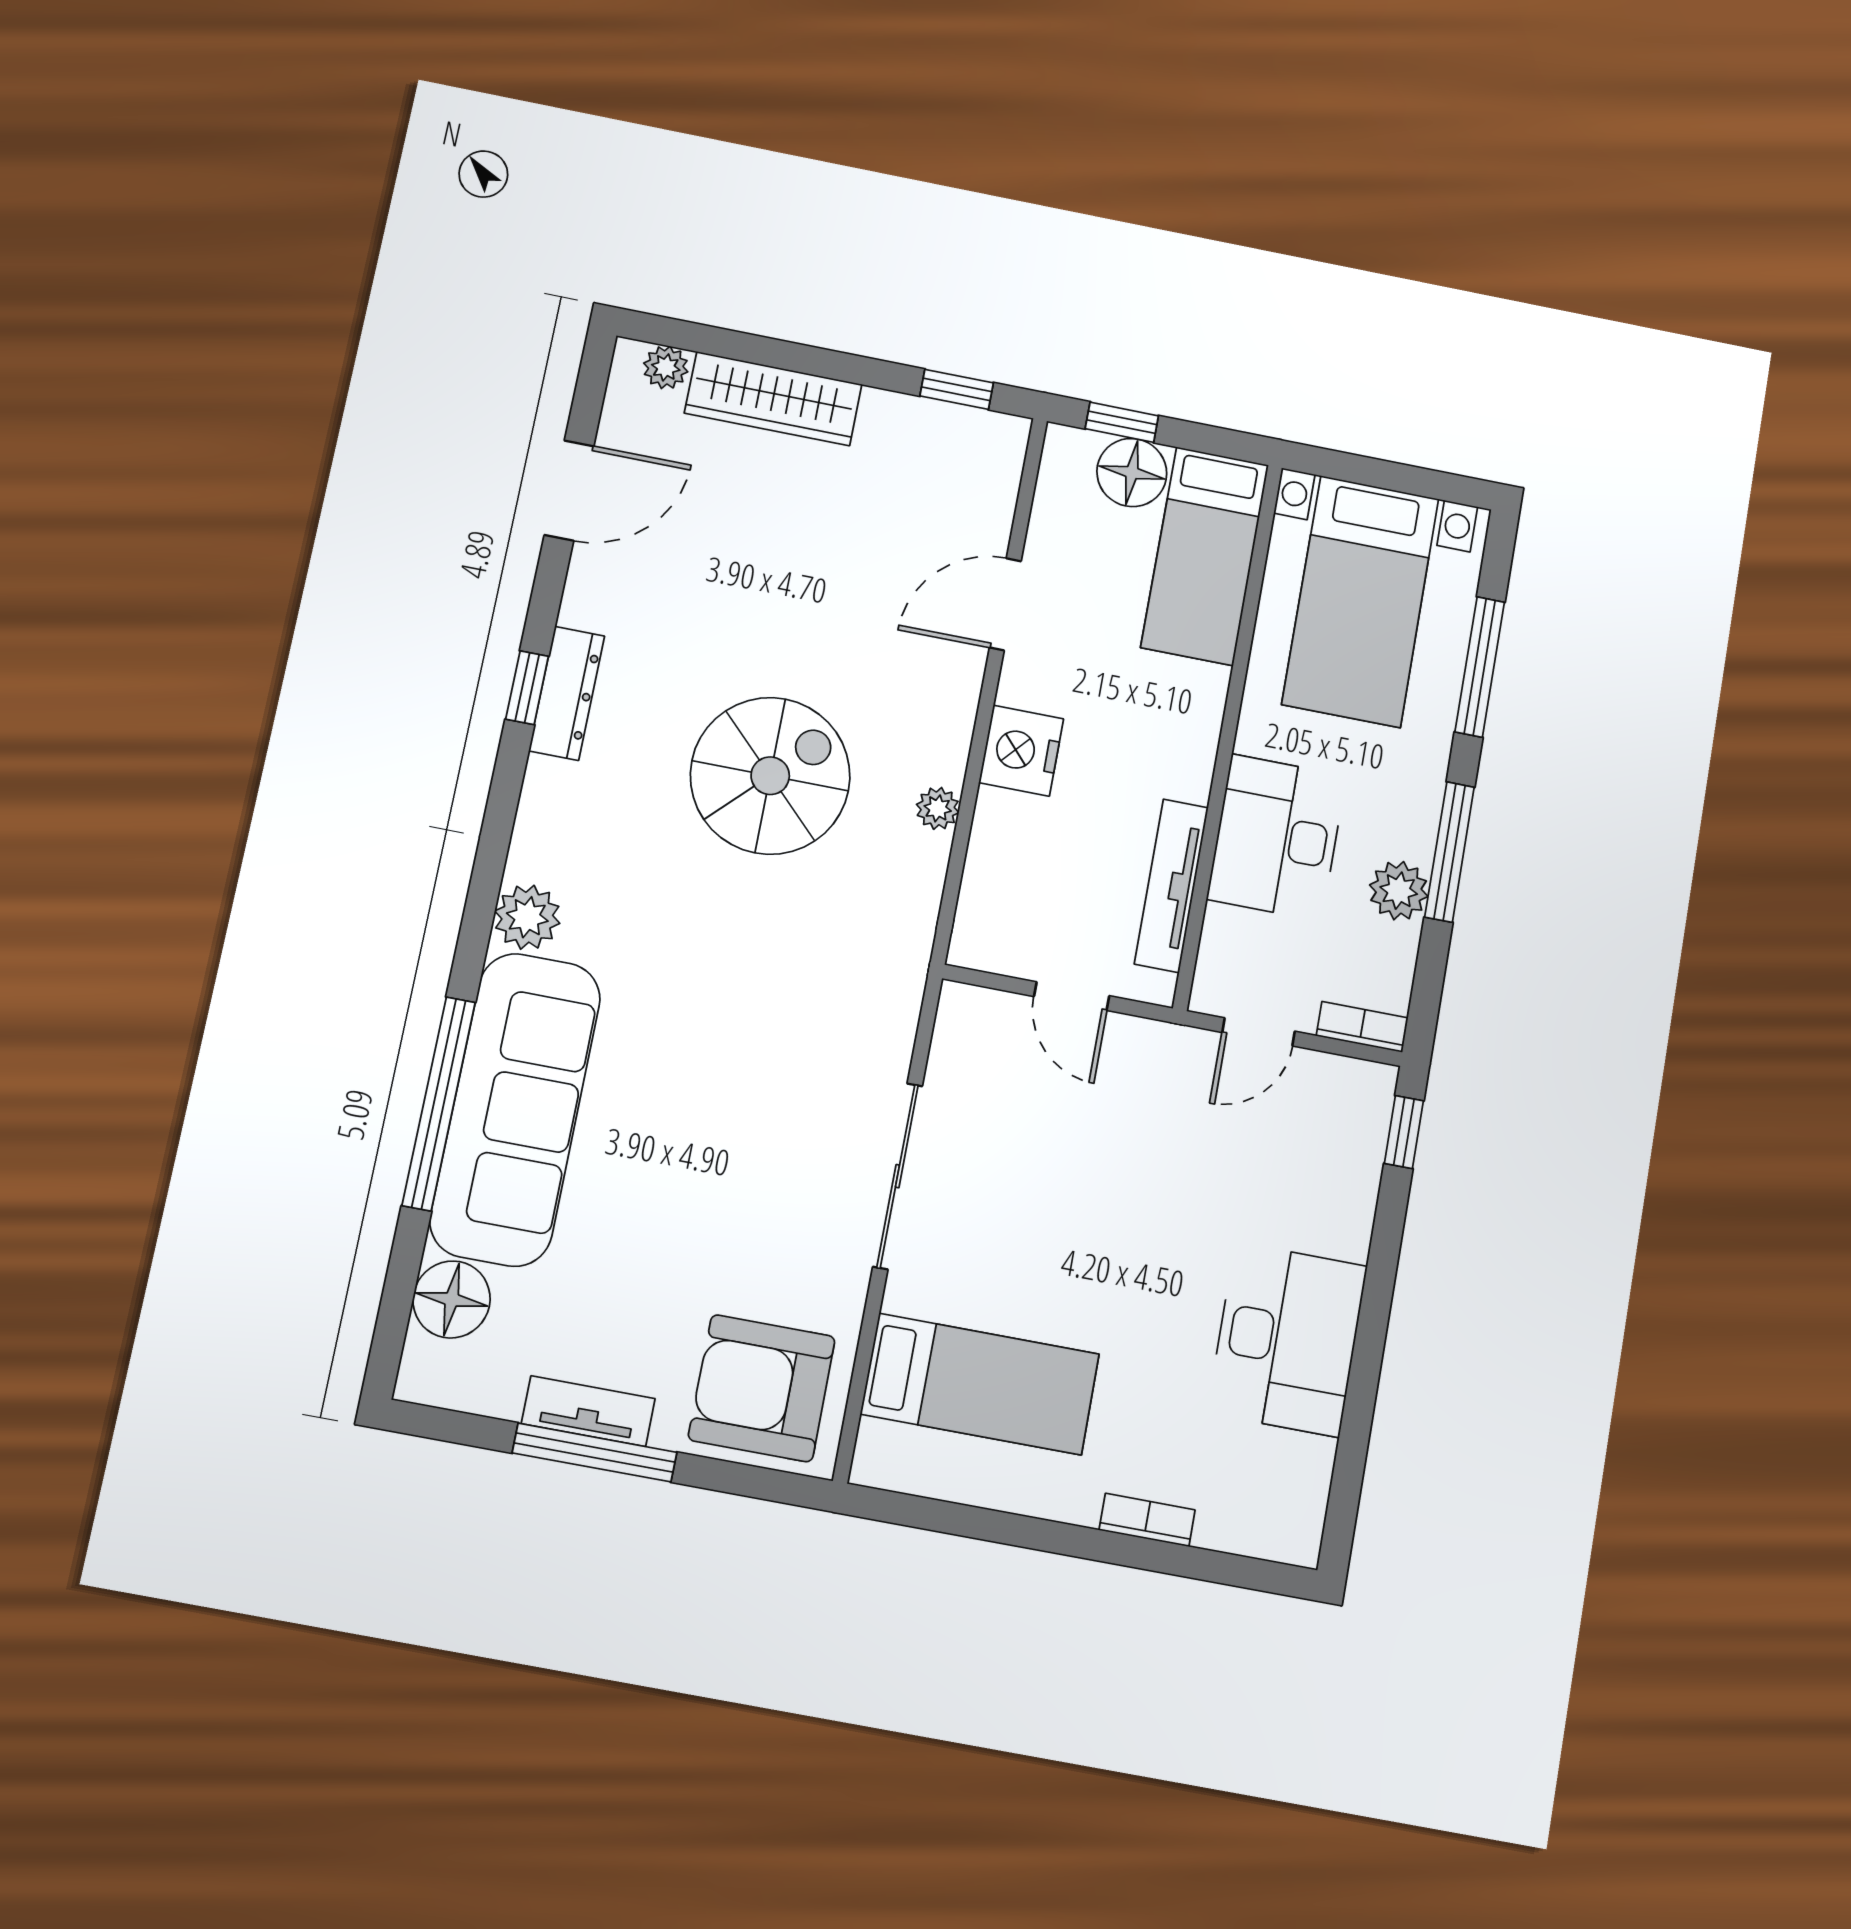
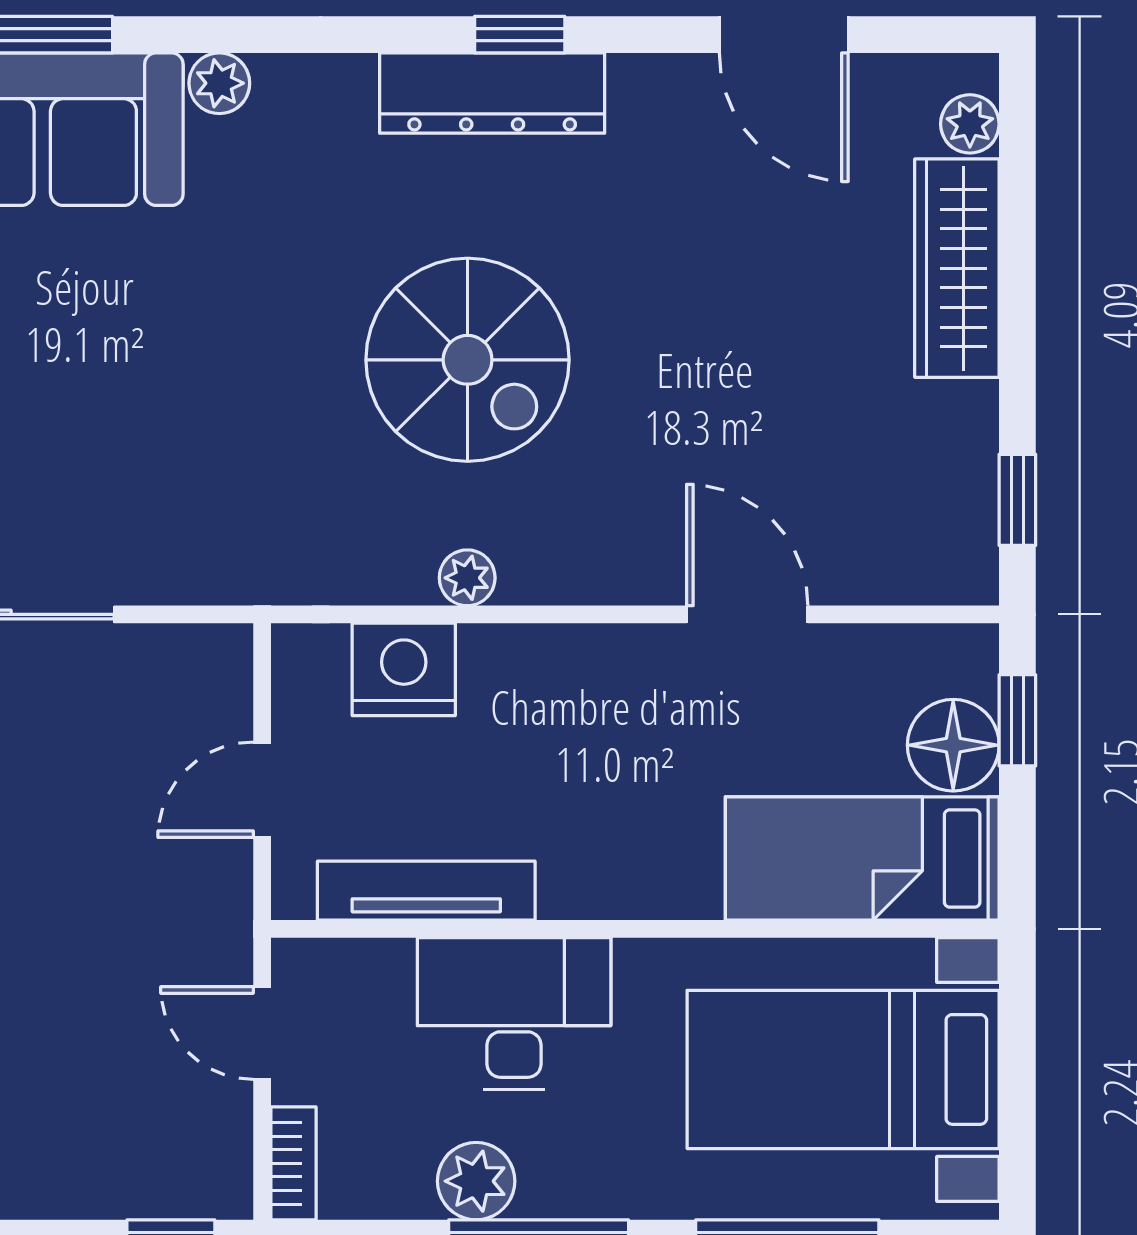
dresser: (567, 693) -> (492, 93), width x1.37, depth x1.24
nightstand: (1021, 751) -> (404, 669), moved
plant: (527, 917) -> (219, 83), width x0.73, depth x0.73

